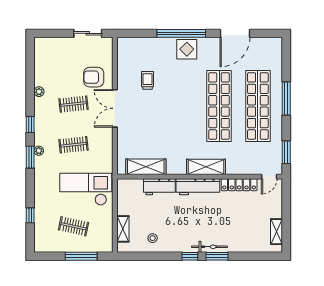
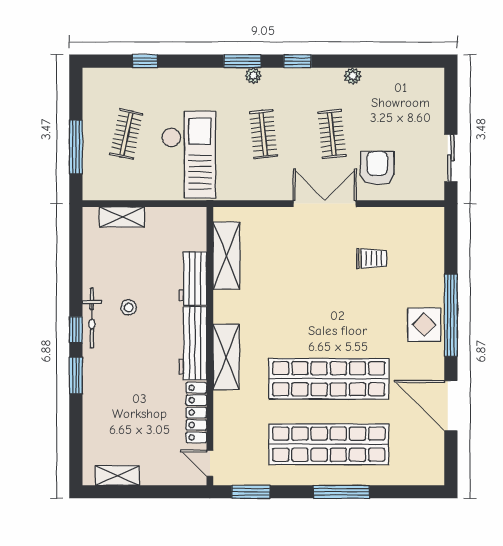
stool: (153, 238) -> (129, 307), moved
bicycle: (210, 247) -> (92, 318), moved

